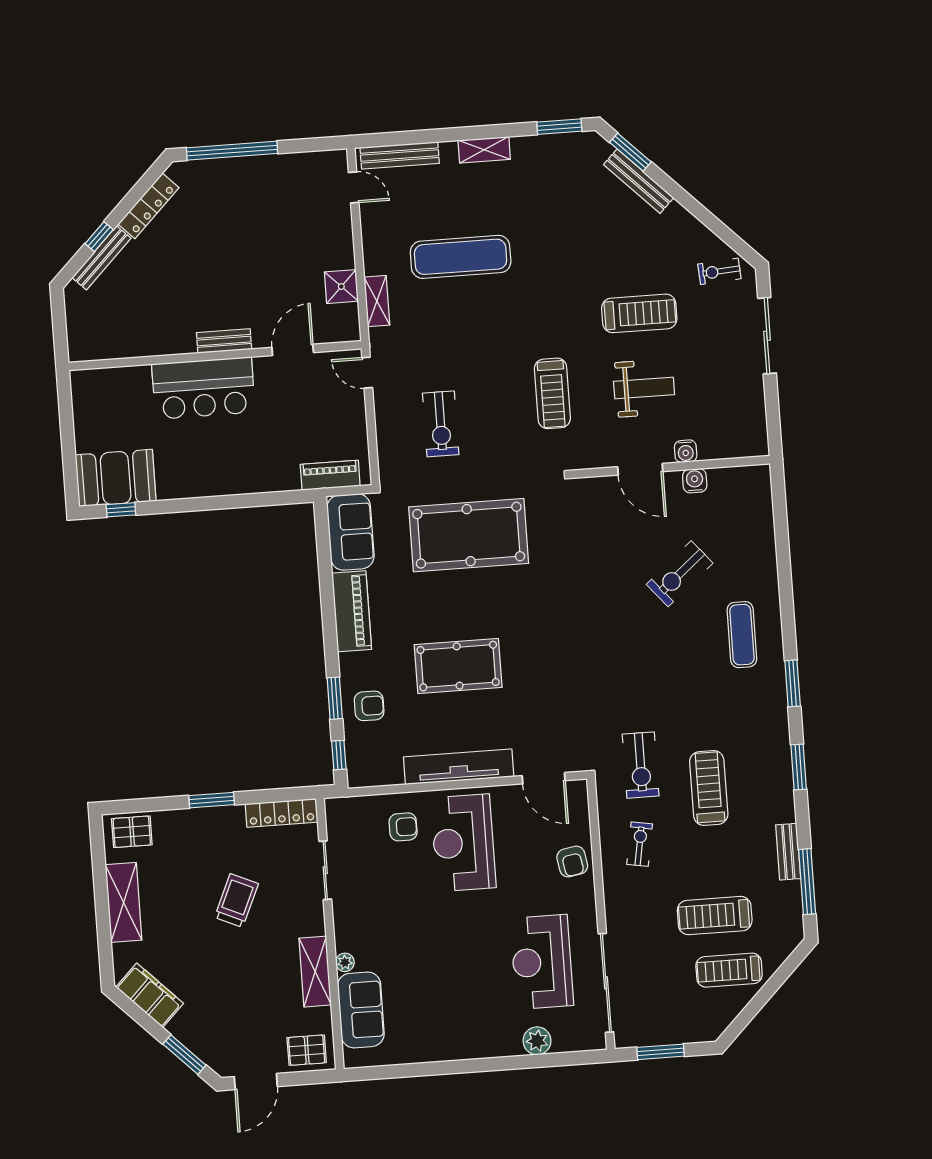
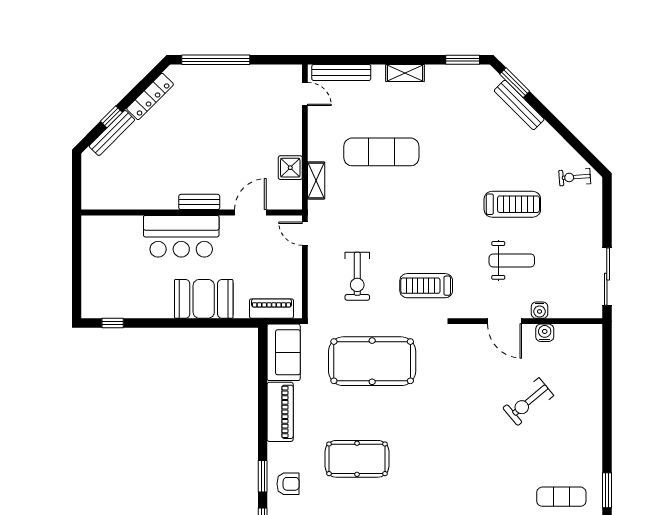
sliding door: (767, 336) -> (607, 277), moved
treadmill: (552, 393) -> (426, 286), moved, turned 90
booth: (116, 478) -> (204, 299), moved
exercise mat: (742, 635) -> (561, 497), moved, turned 90

